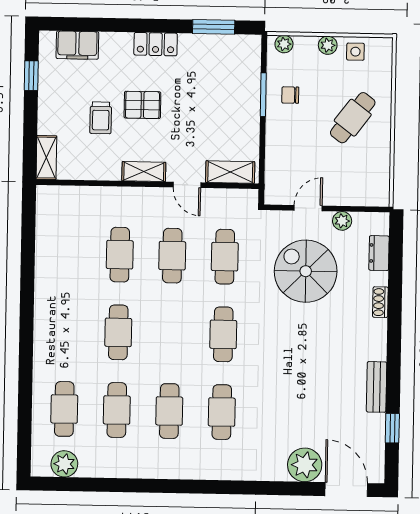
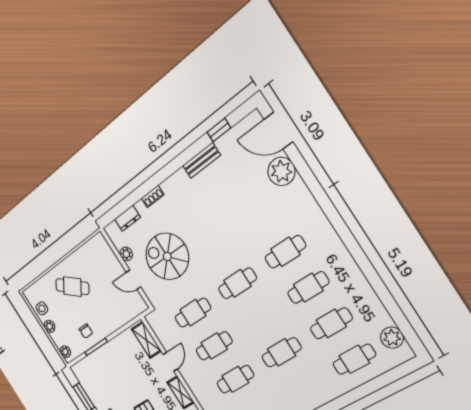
spiral stairs: (306, 271) -> (167, 256), turned 90
door: (346, 490) -> (278, 131), hinge flipped

